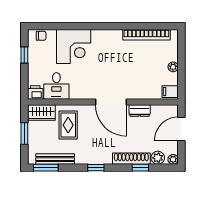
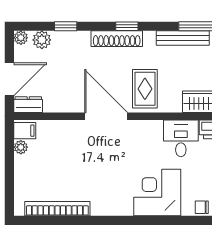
plant: (173, 67) -> (21, 147), moved
dresser: (140, 111) -> (28, 105), moved
rug: (68, 125) -> (145, 89), moved
shoe rack: (131, 159) -> (117, 39), moved

